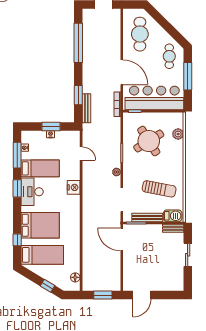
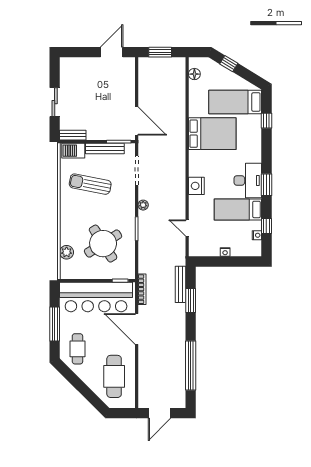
window: (51, 127) -> (225, 261), removed
window: (17, 155) -> (266, 226), width x0.46
bed: (40, 225) -> (212, 134), moved, turned 180

